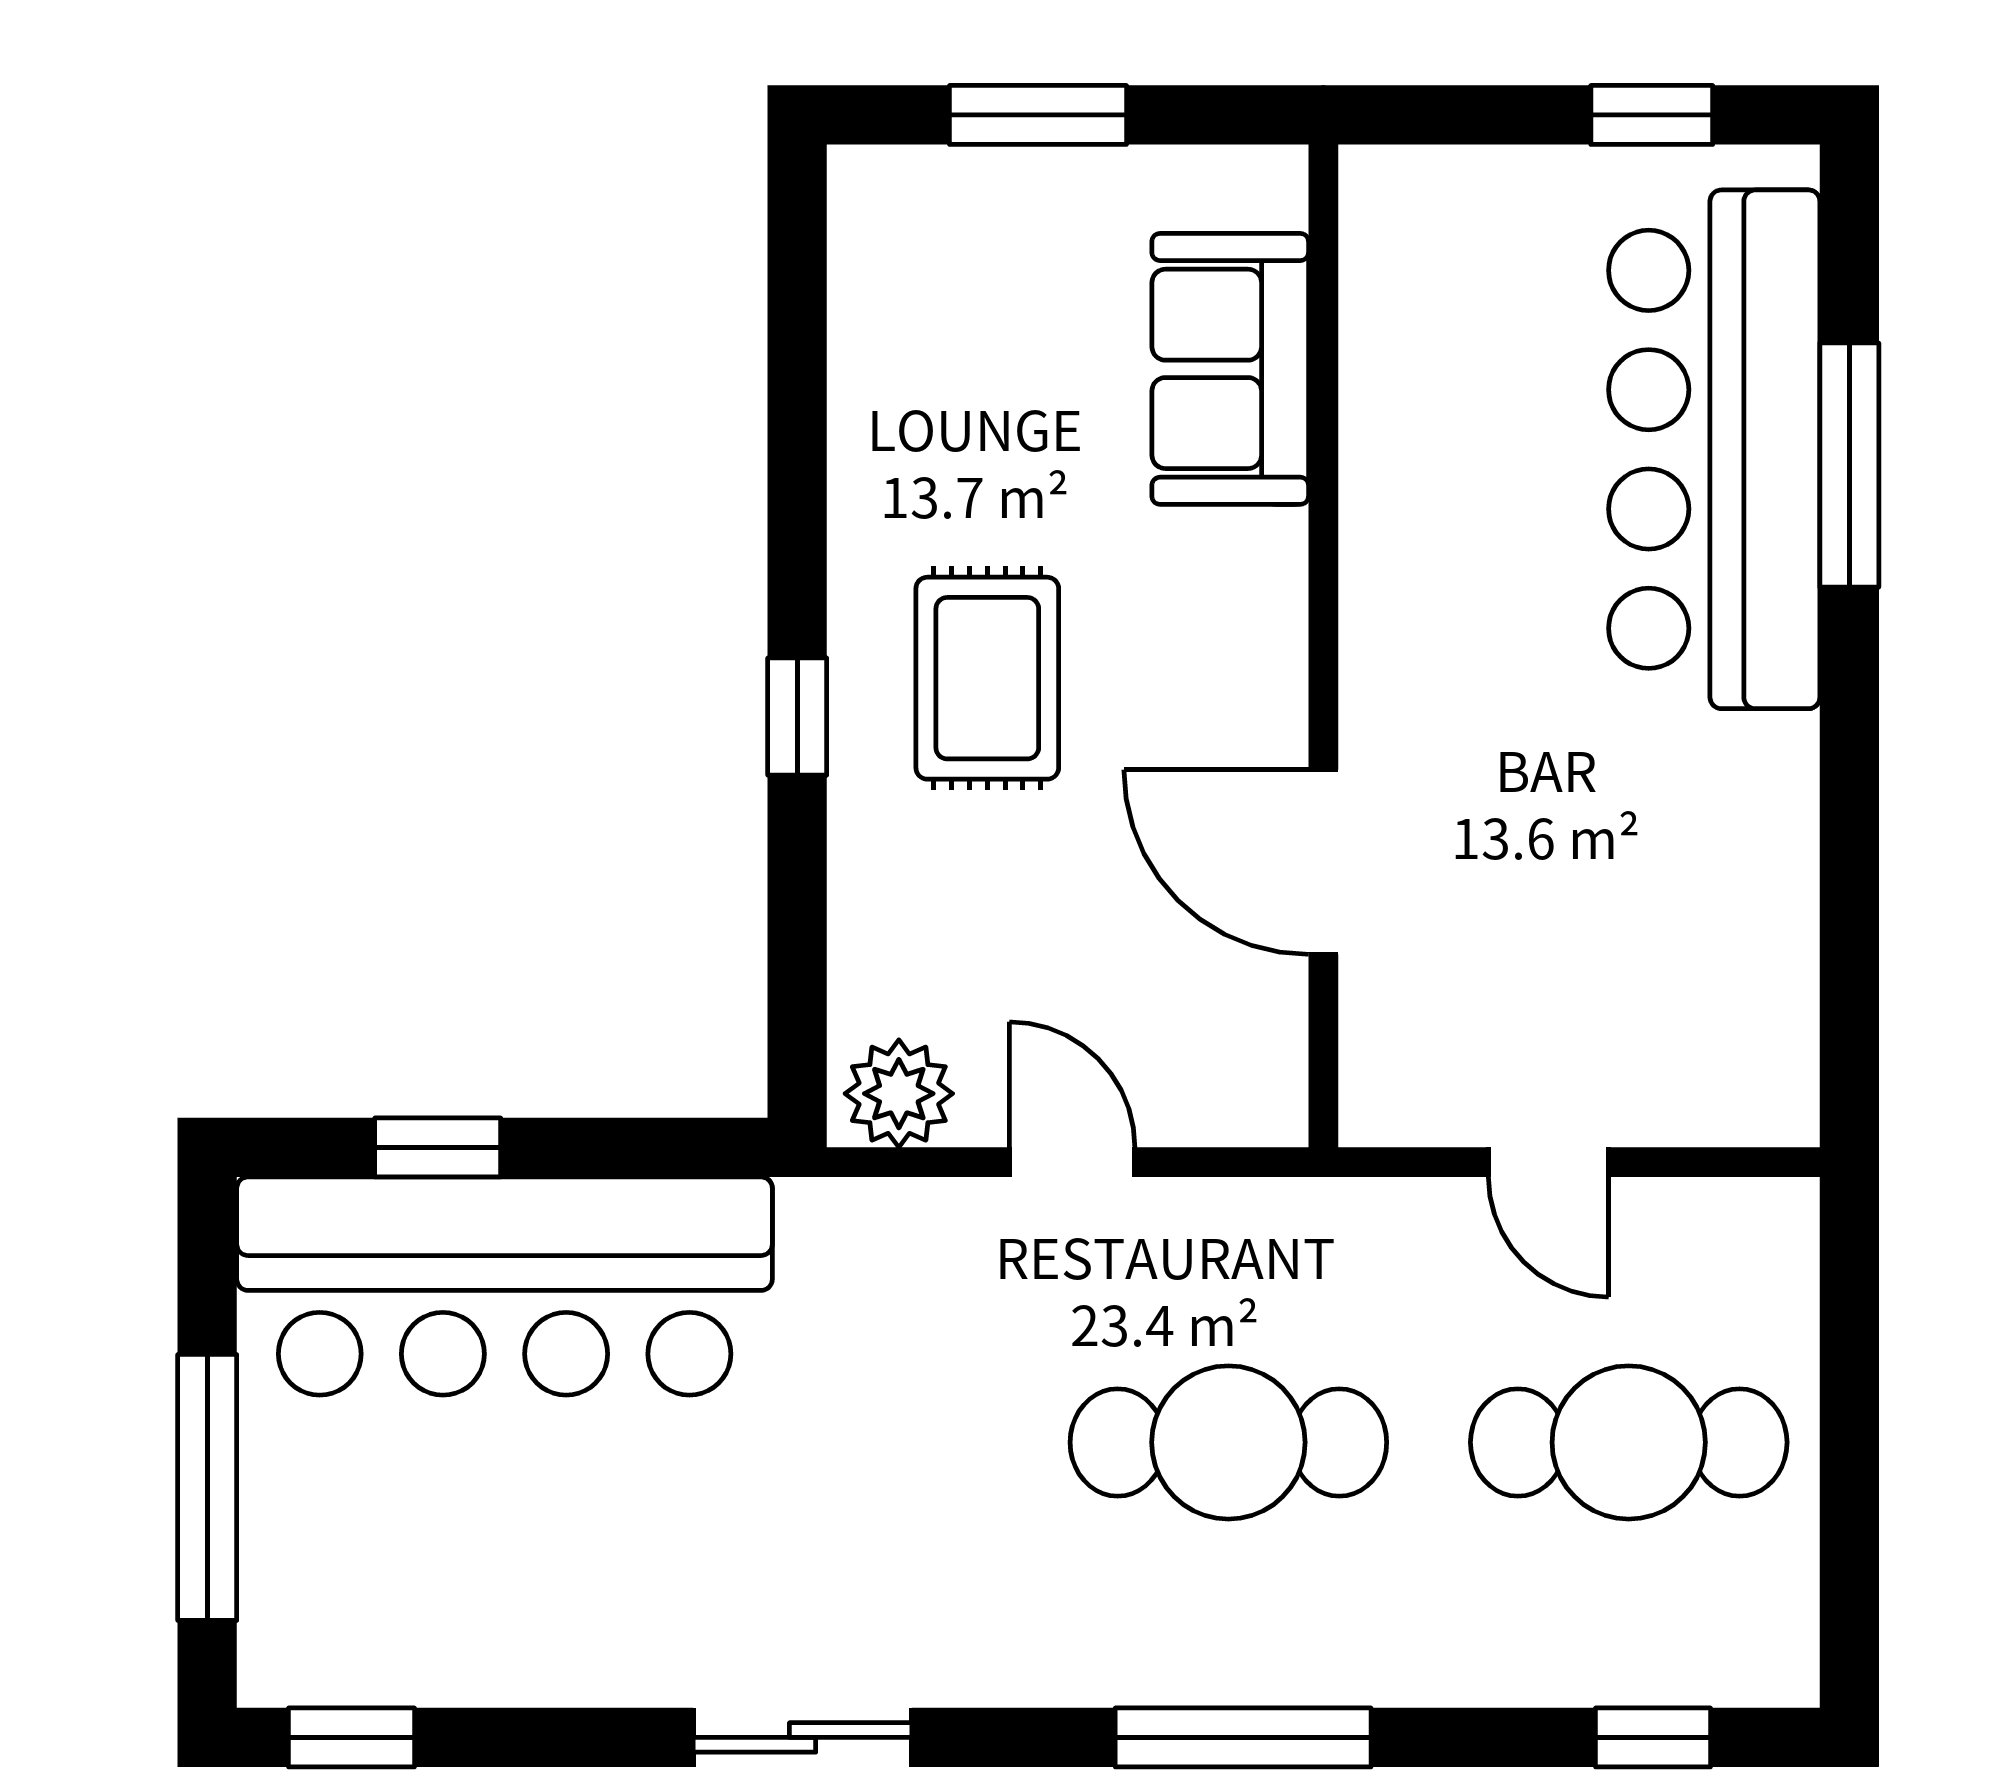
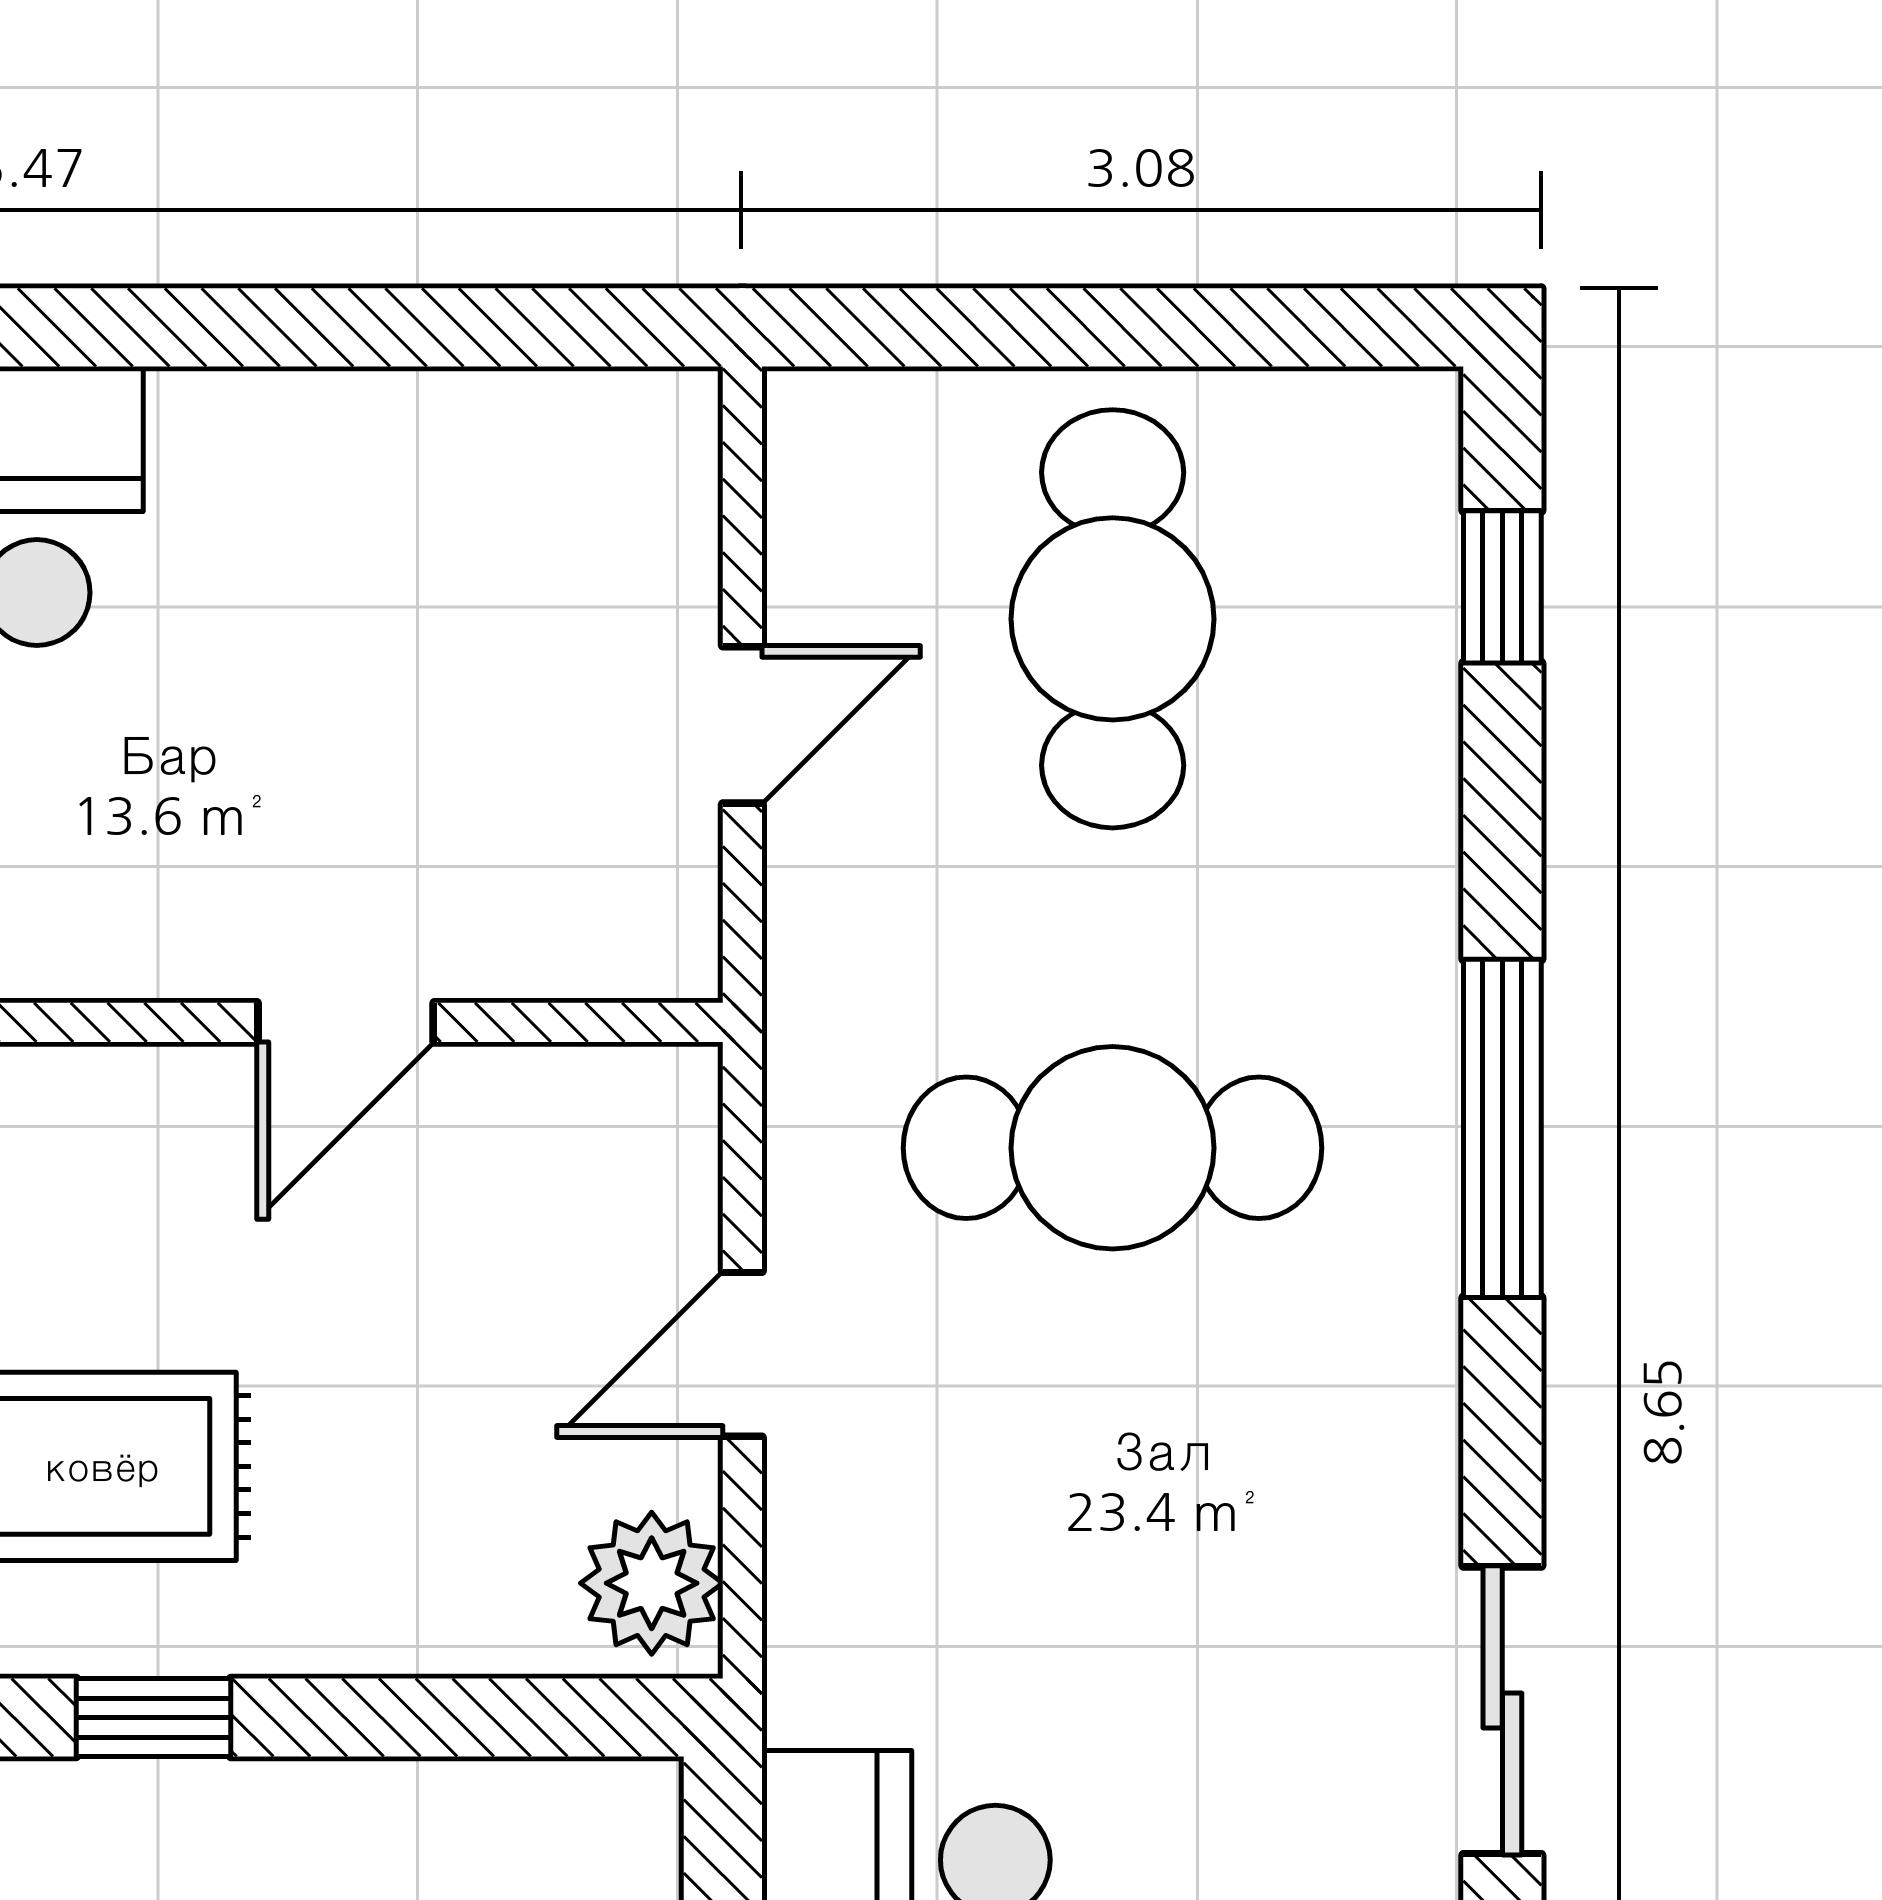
door: (1323, 862) -> (346, 1022), width x0.73
cafe table: (1228, 1442) -> (1113, 1148), turned 90

